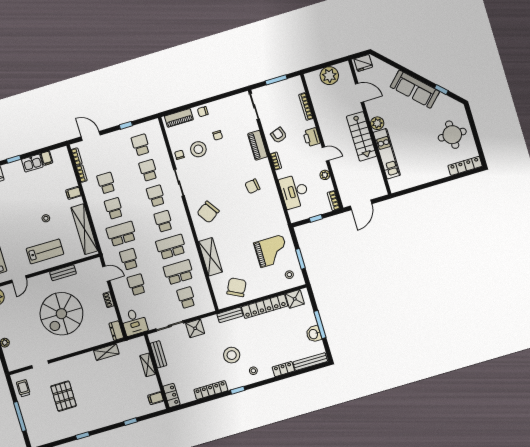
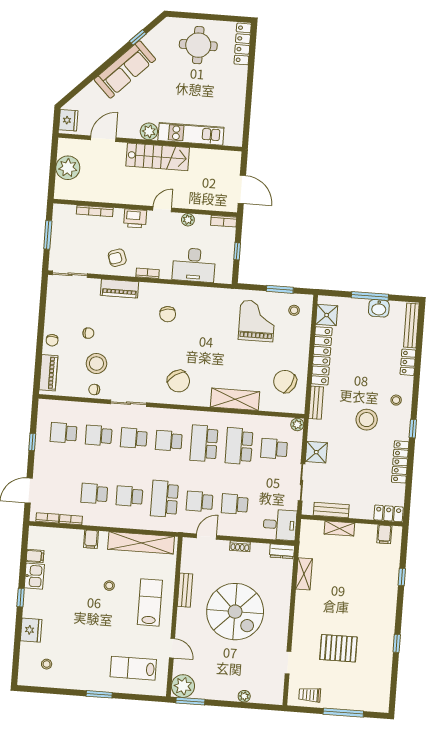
plant: (209, 307) -> (297, 424), added

